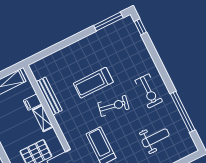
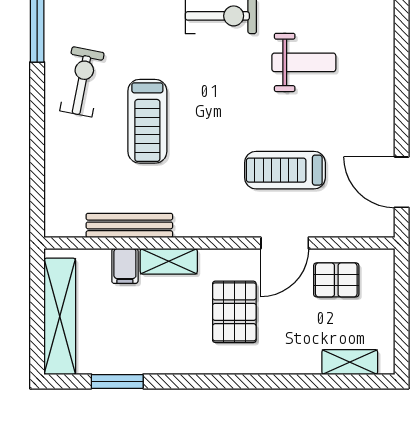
exercise bike: (114, 106) -> (82, 82), moved
weight bench: (155, 138) -> (304, 62), moved, turned 90

